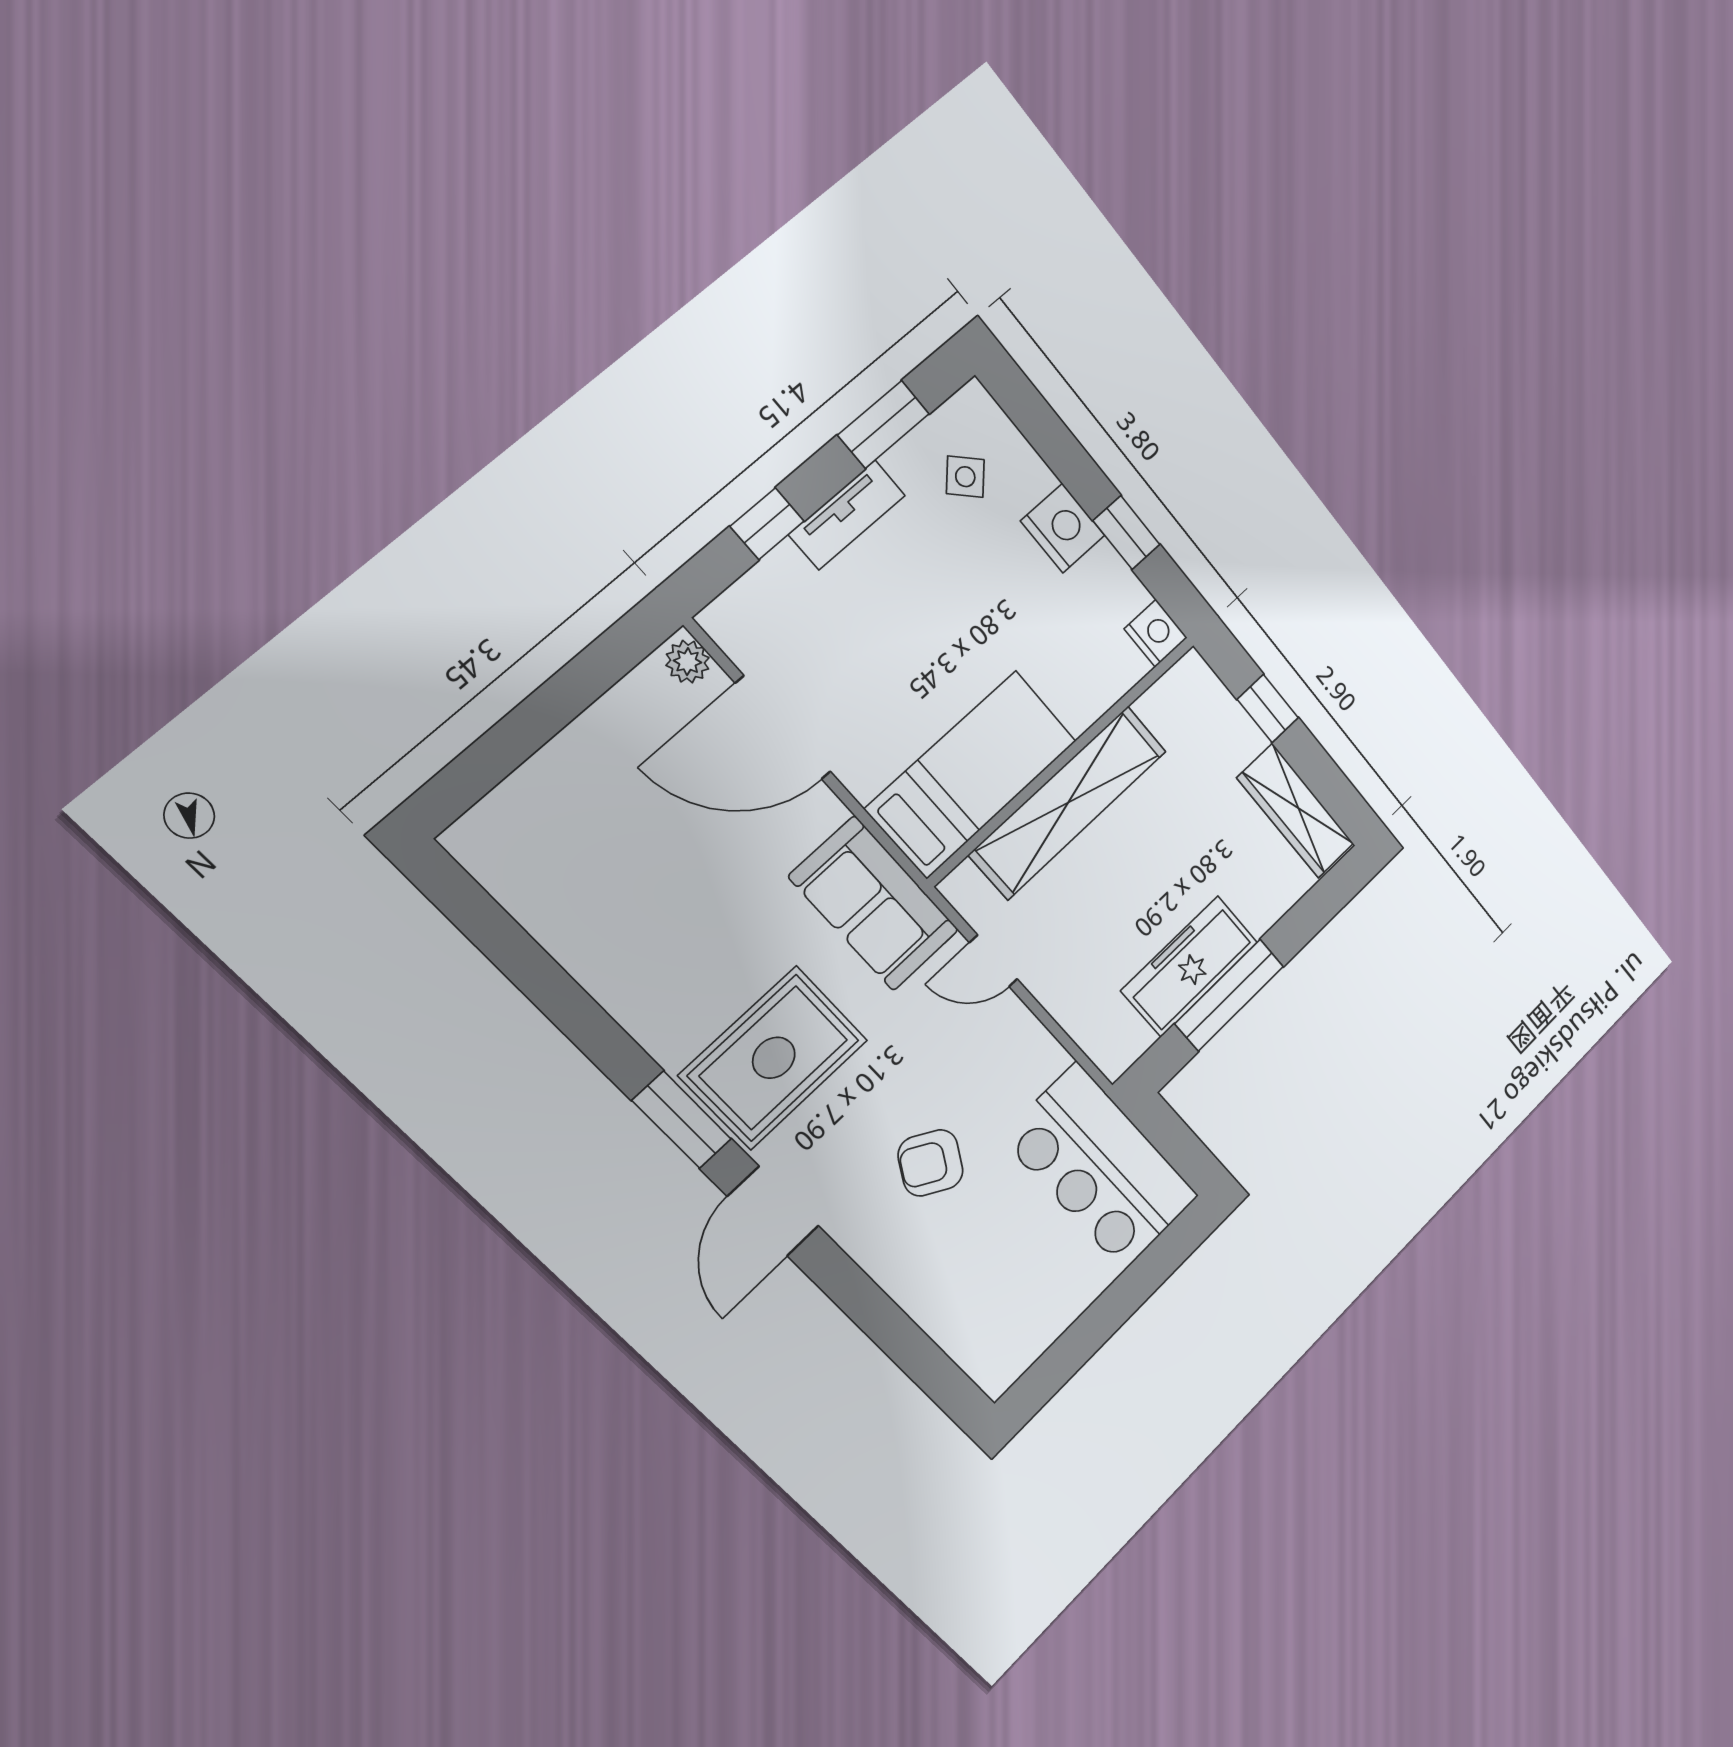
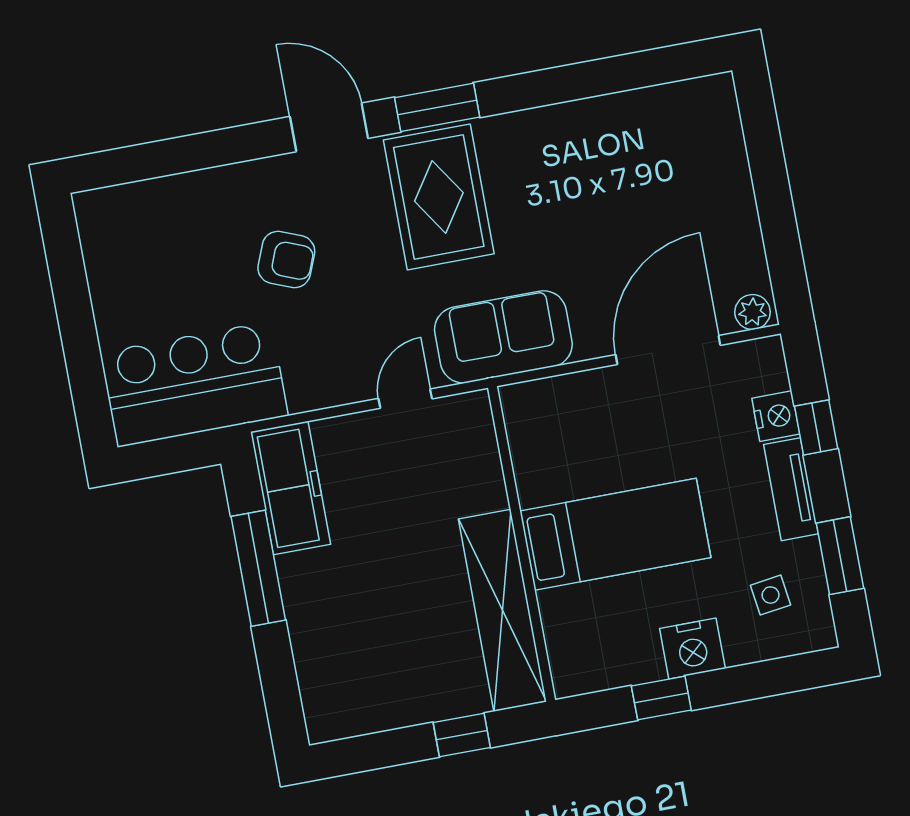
side table: (965, 477) -> (770, 595), turned 38
nightstand: (1156, 633) -> (776, 416), moved, turned -90
bed: (972, 775) -> (615, 534), moved, turned -90
shelving: (1068, 803) -> (502, 610), moved
wardrobe: (1296, 811) -> (368, 711), removed
freezer: (1189, 966) -> (291, 488), moved
armchair: (931, 1163) -> (286, 259), turned 82

